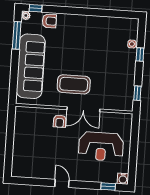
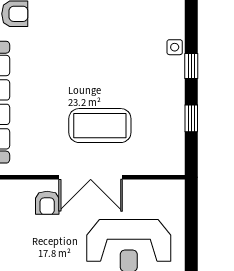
coffee table: (74, 84) -> (100, 126), moved
window: (137, 93) -> (191, 118), moved

